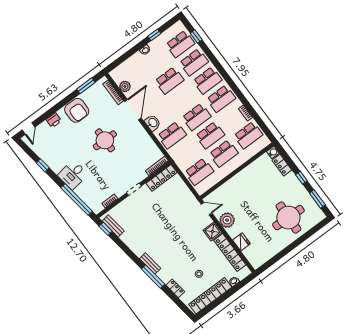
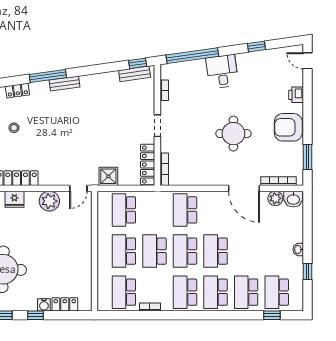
school desk: (169, 80) -> (216, 251), moved
washbasin: (153, 123) -> (293, 199), moved
water cooler: (273, 152) -> (44, 305), moved
shower: (212, 231) -> (108, 176), moved

